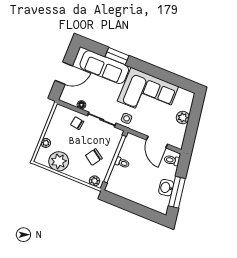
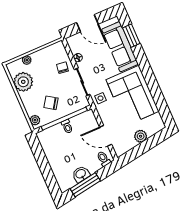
window: (117, 56) -> (131, 36), moved
door: (157, 142) -> (106, 136), hinge flipped

